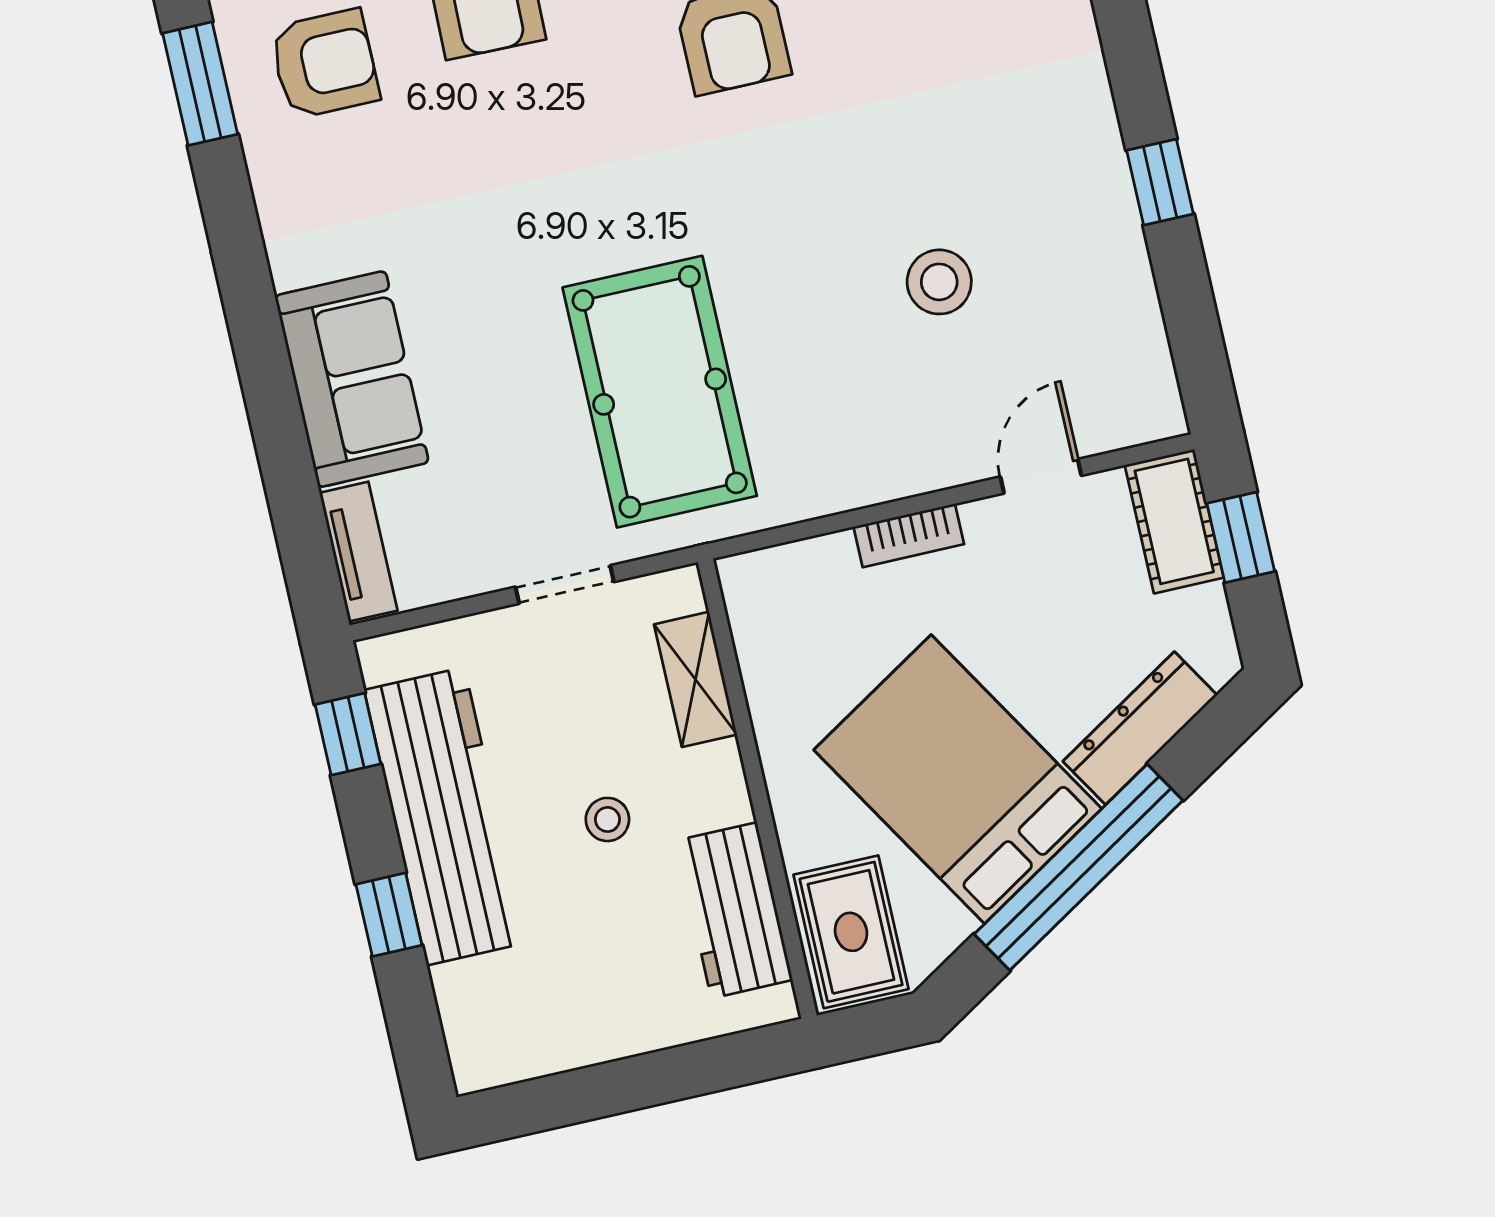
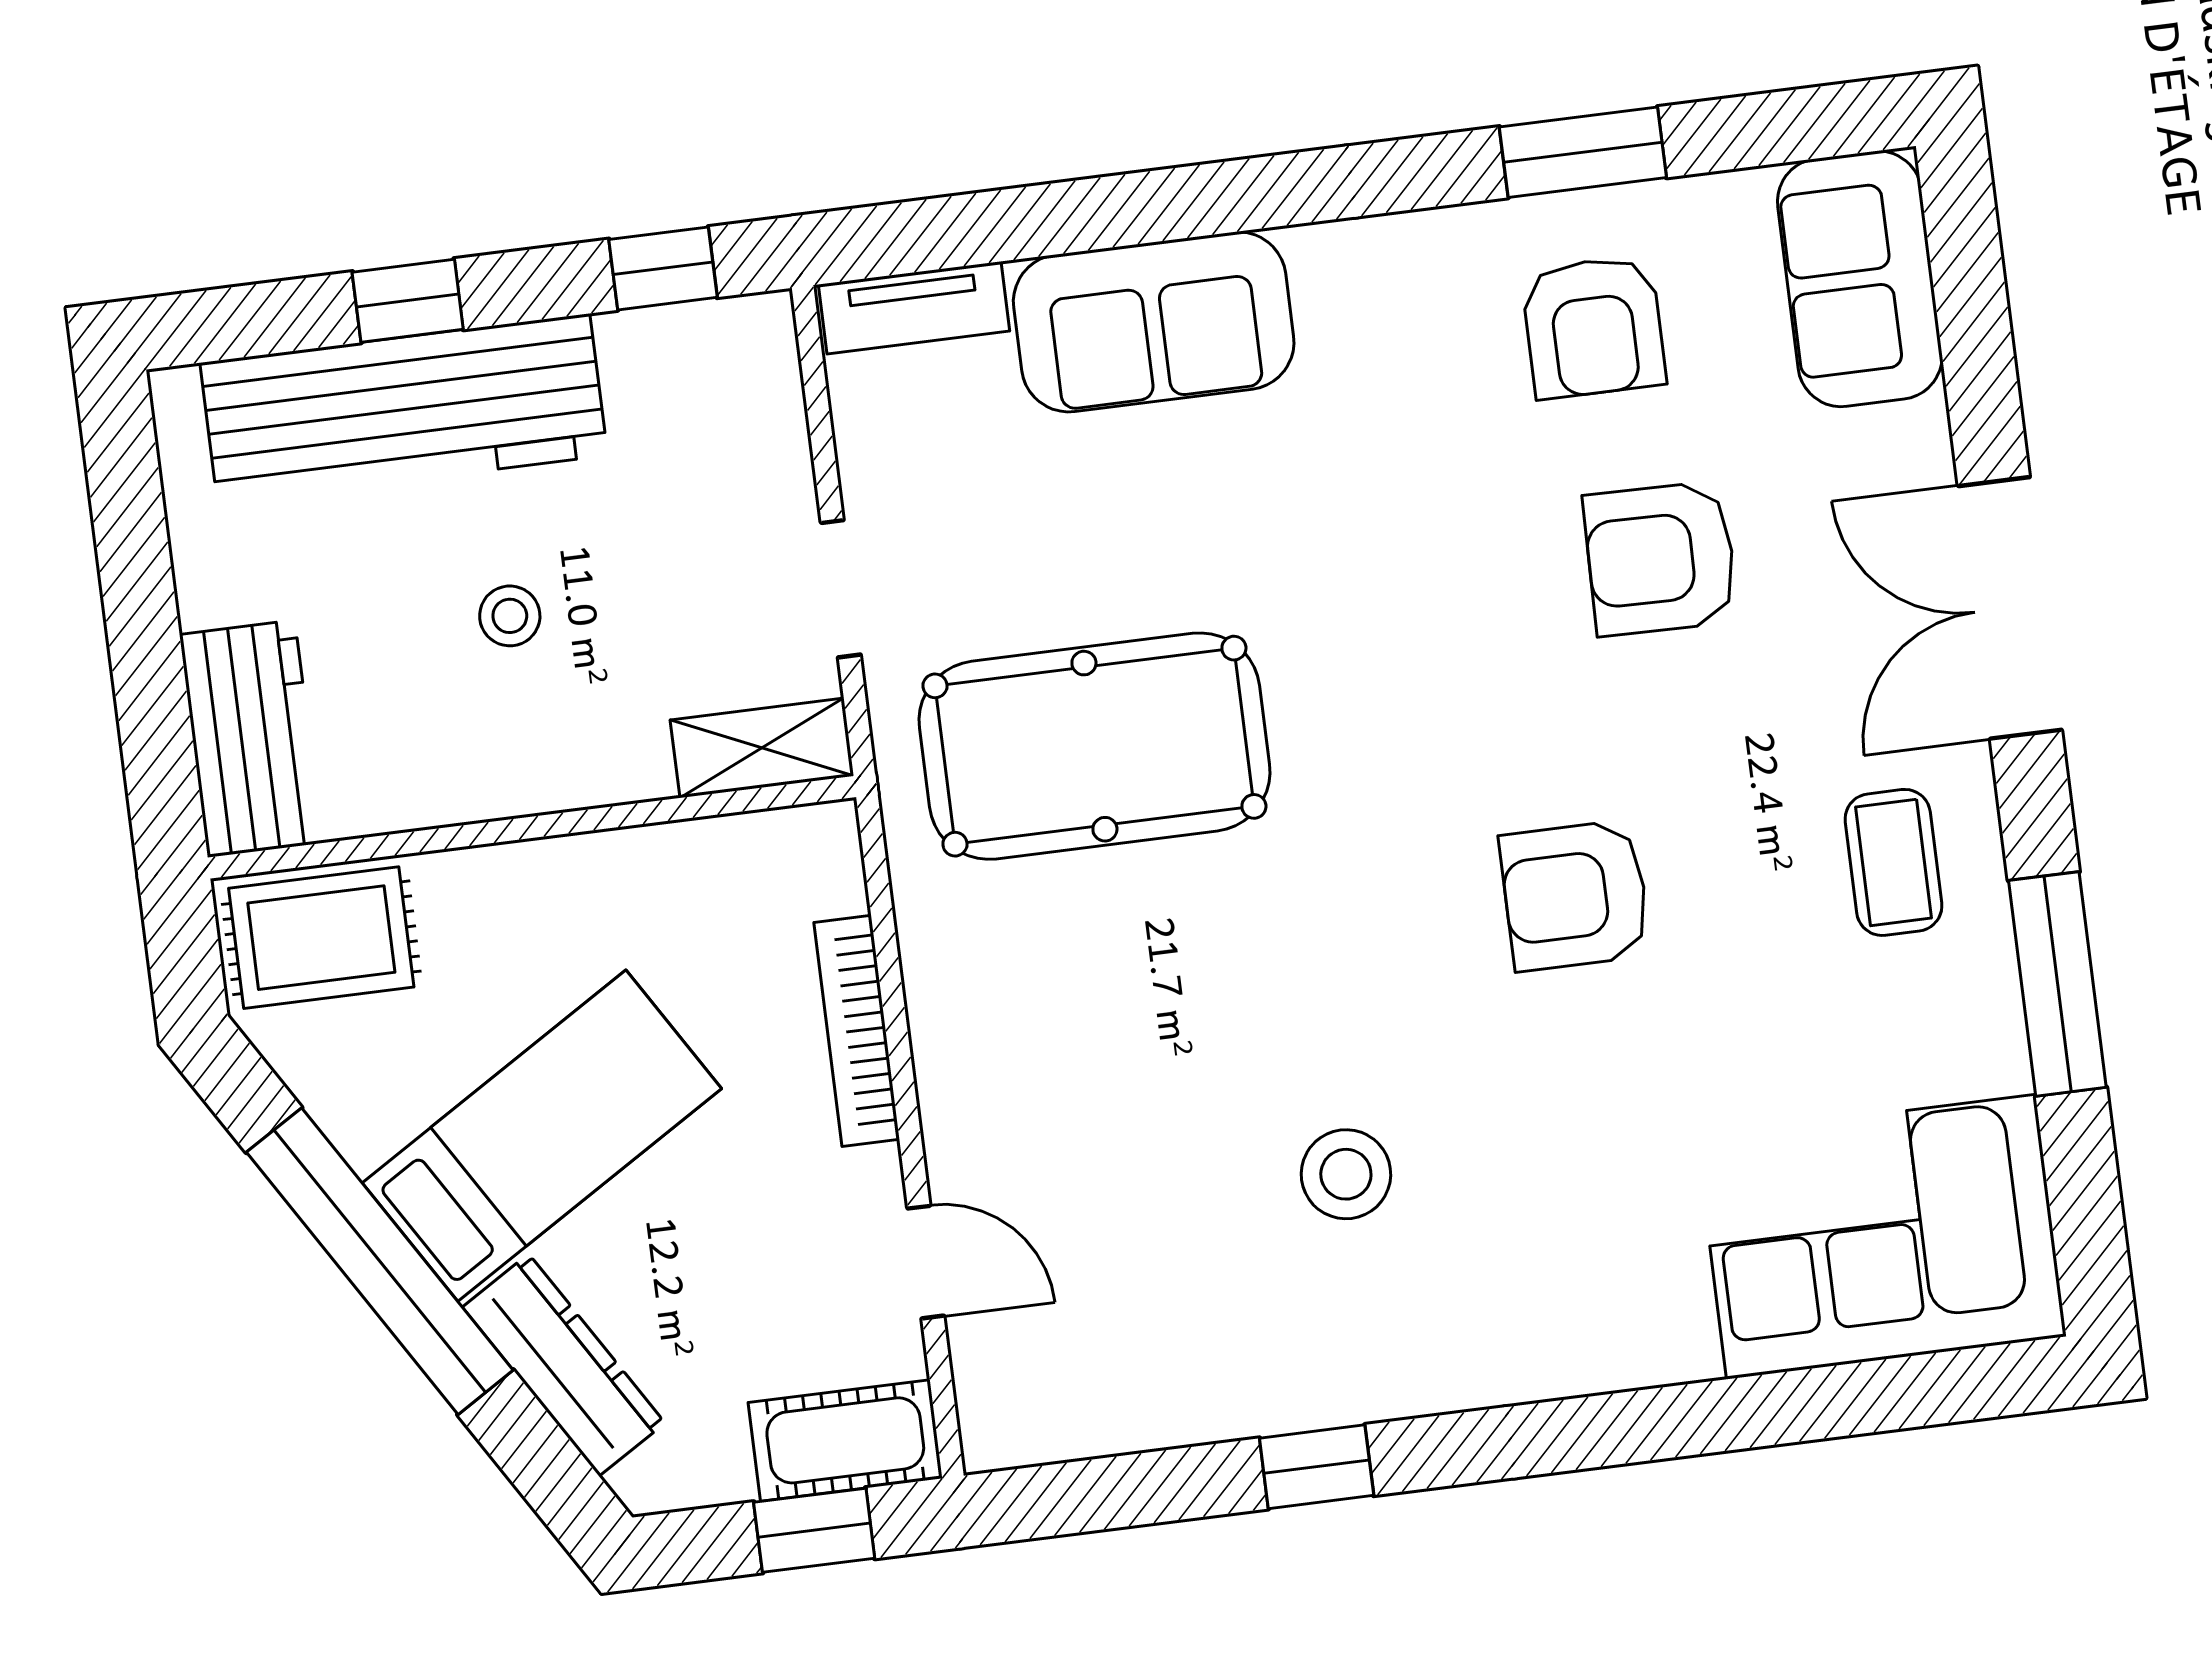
stool: (939, 282) -> (1346, 1174), moved
bookcase: (909, 535) -> (857, 1031), width x1.56
shelving: (696, 679) -> (762, 748), moved
bed: (958, 779) -> (542, 1136), width x0.67
workbench: (445, 816) -> (404, 409), moved
workbench: (734, 910) -> (251, 739), moved, turned 90

